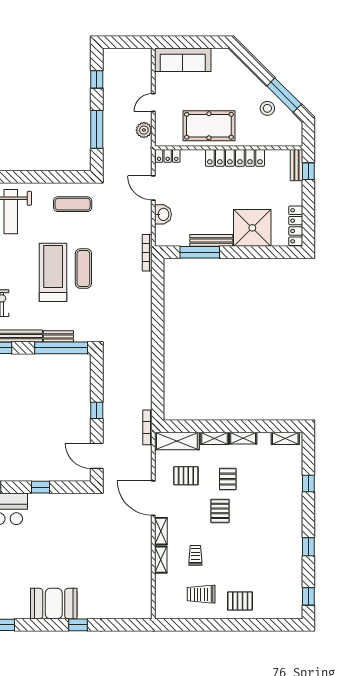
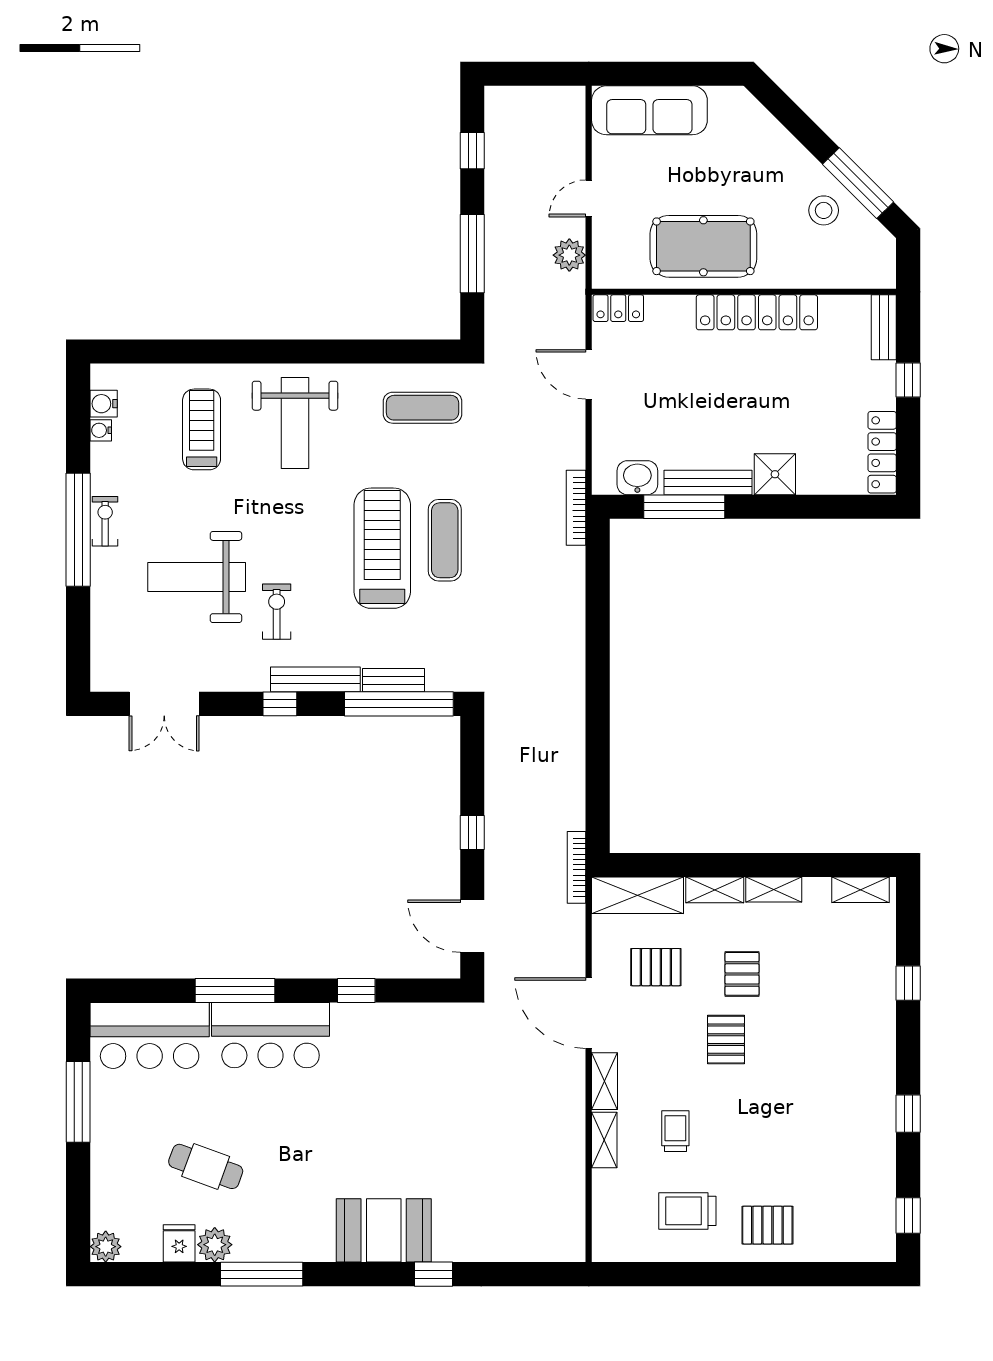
window: (308, 171) -> (908, 380), moved
washbasin: (163, 214) -> (637, 478), moved, turned -90
shower: (252, 228) -> (775, 474), width x0.54, depth x0.54

